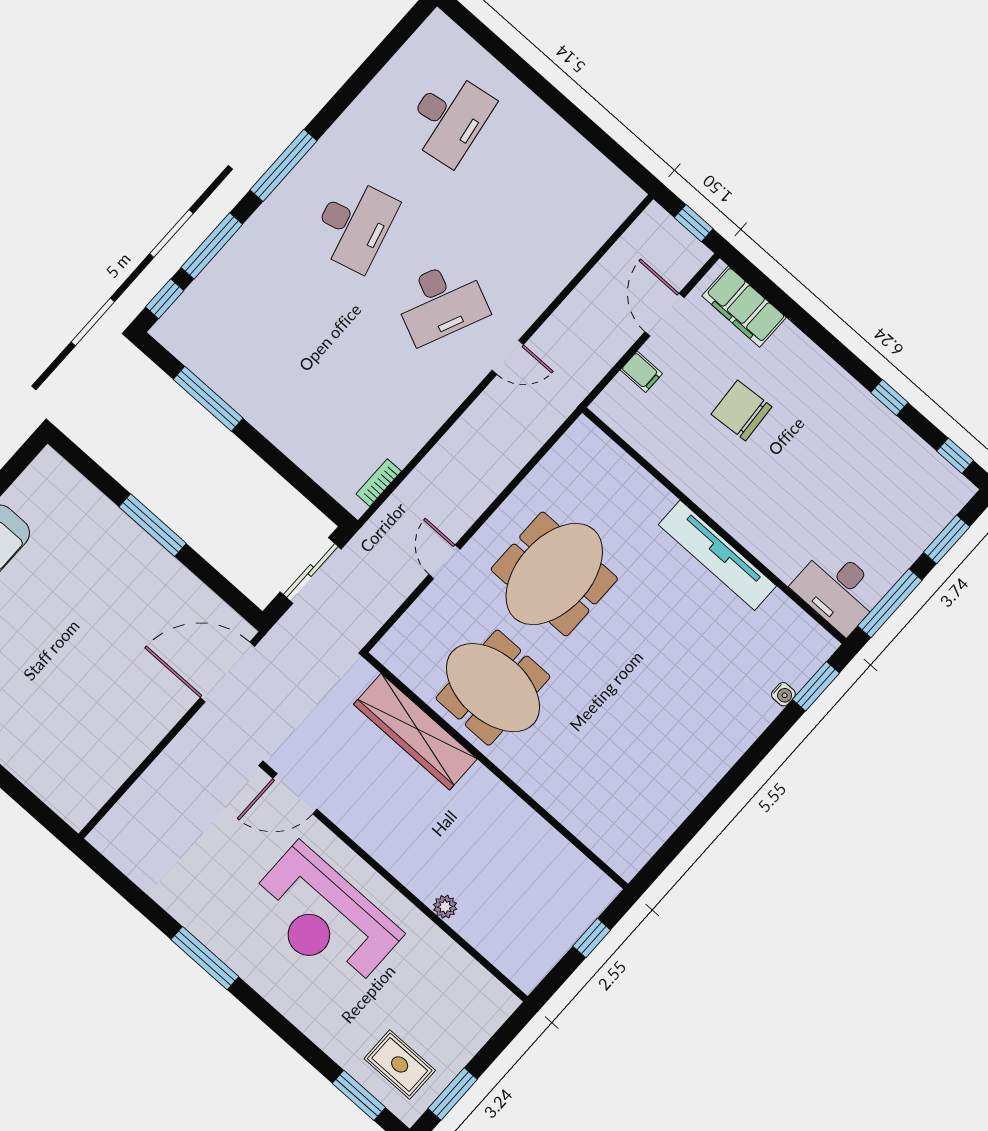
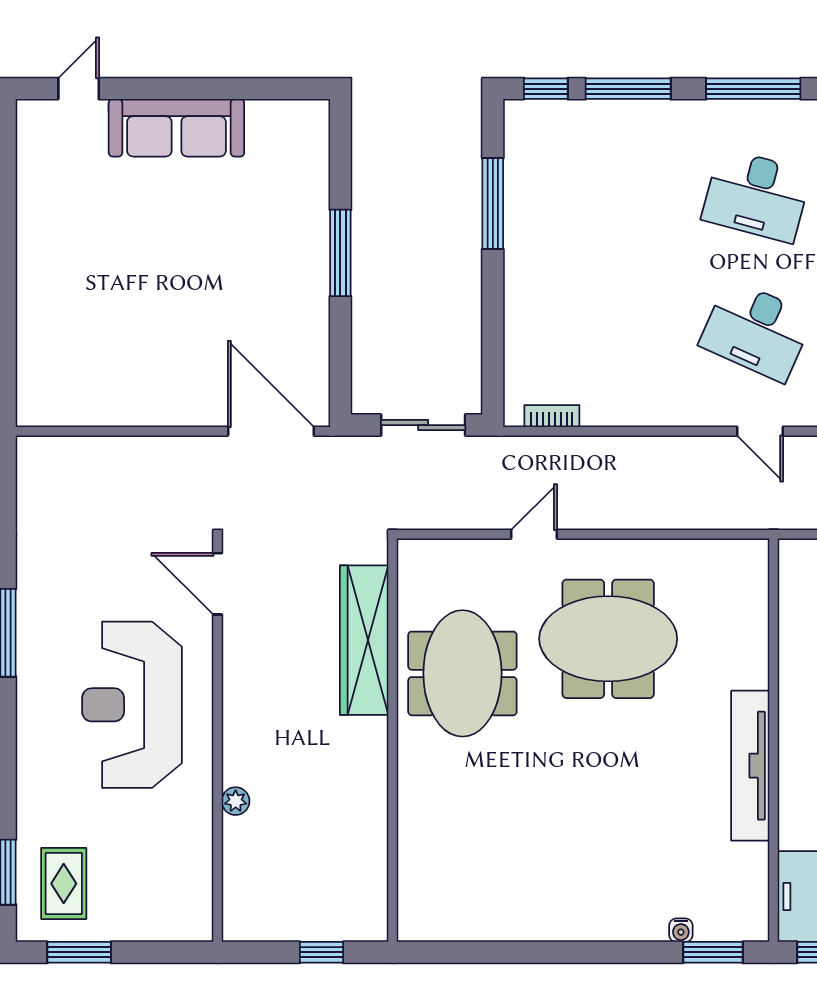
desk: (354, 225) -> (756, 196), turned 30

